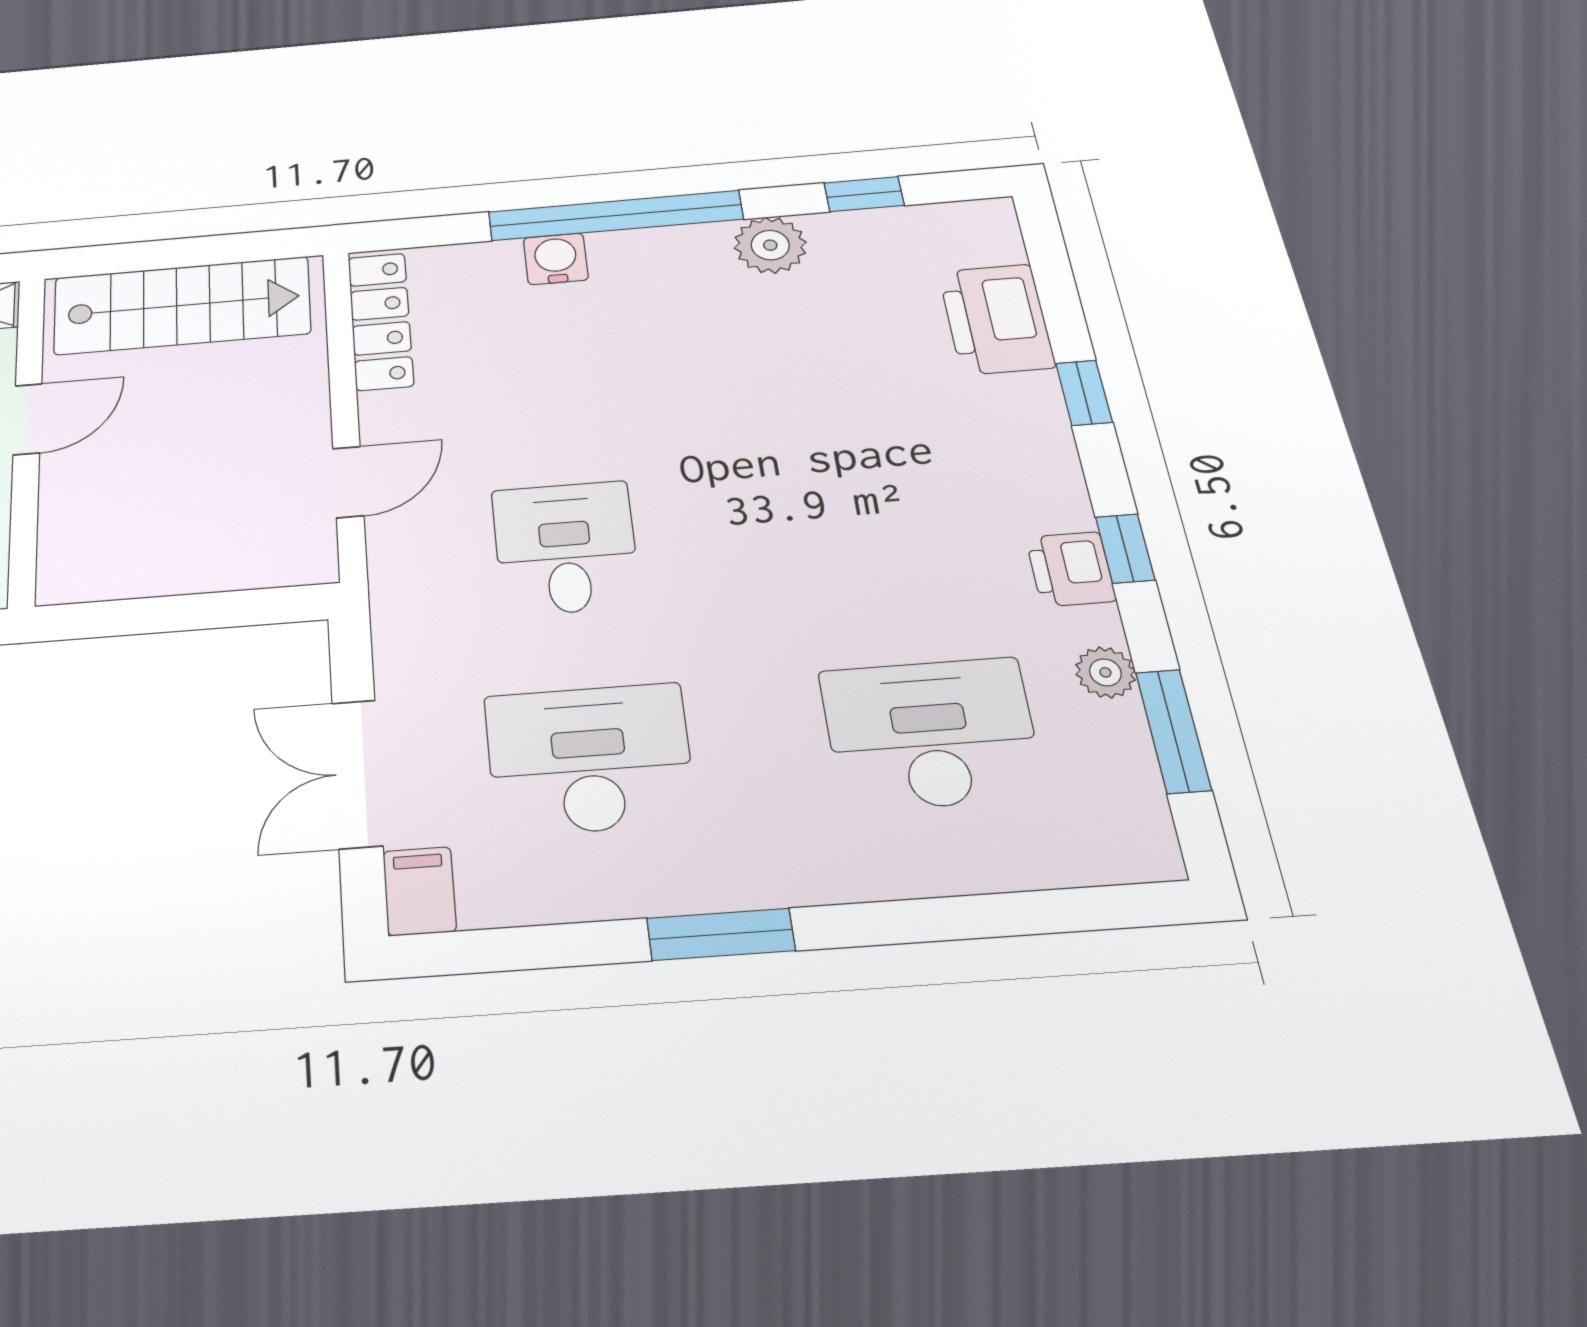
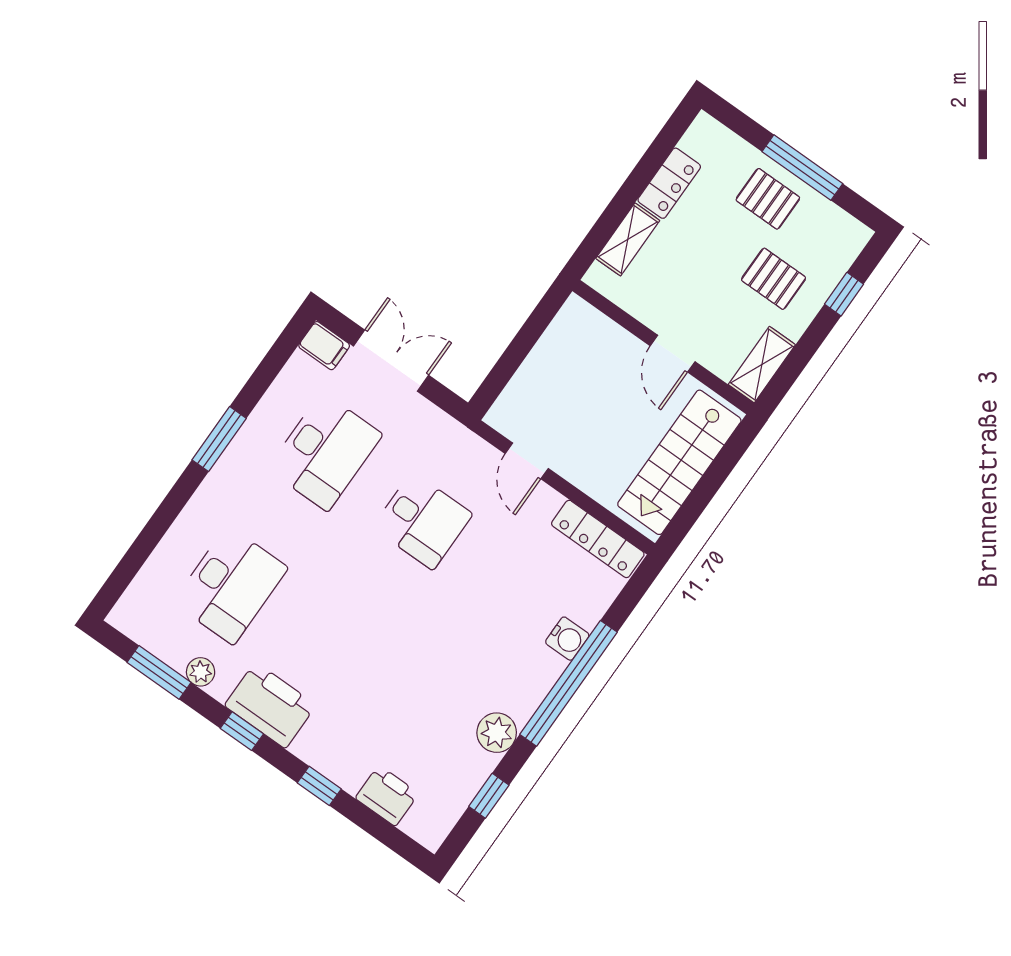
printer: (996, 319) -> (387, 796), width x0.73, depth x0.84
printer: (1071, 569) -> (270, 705), width x1.87, depth x1.48

